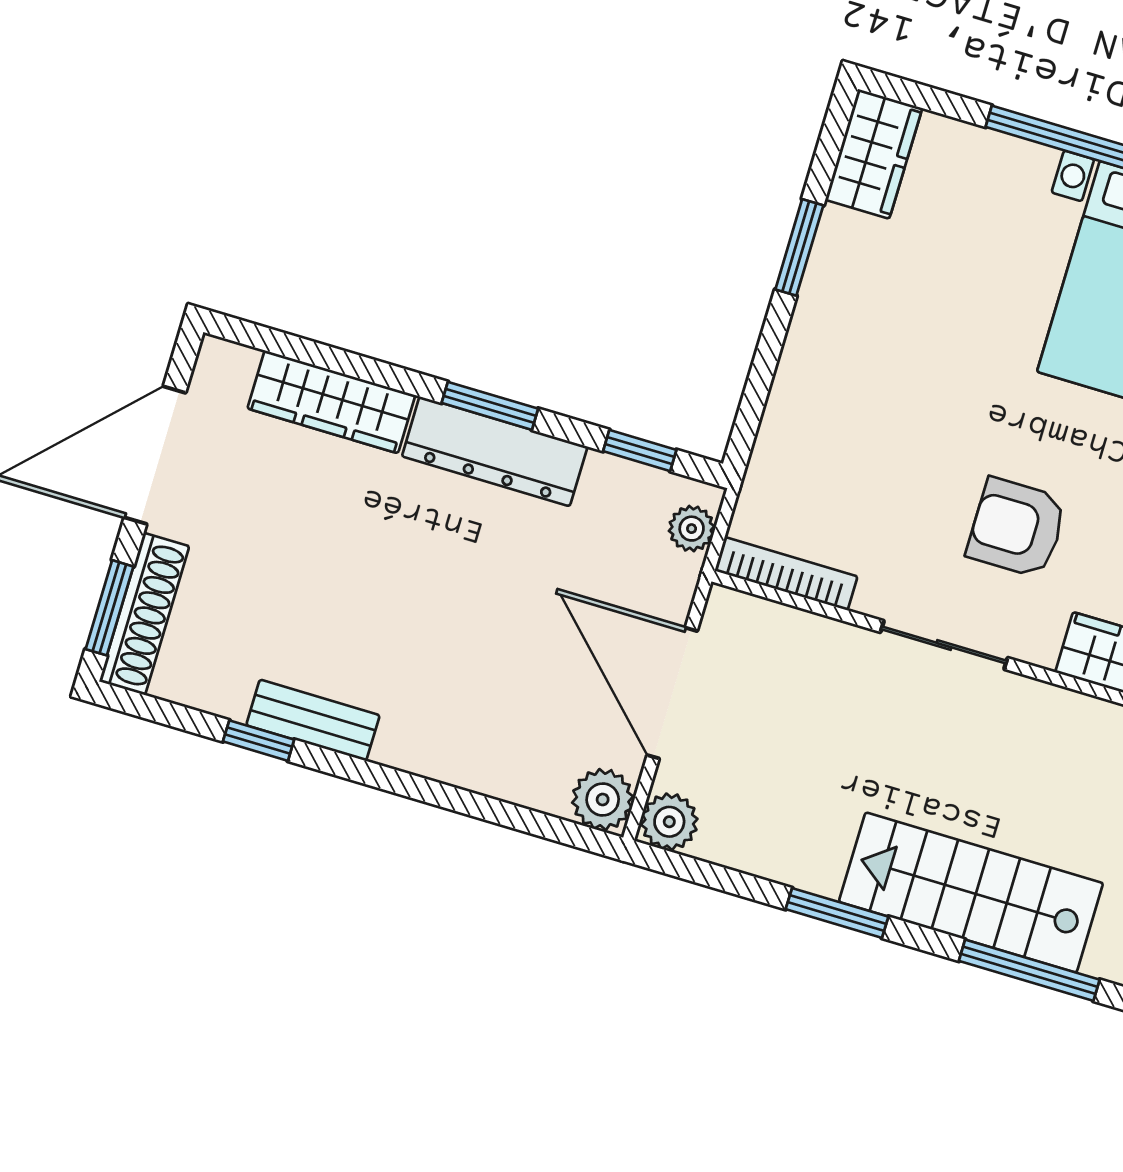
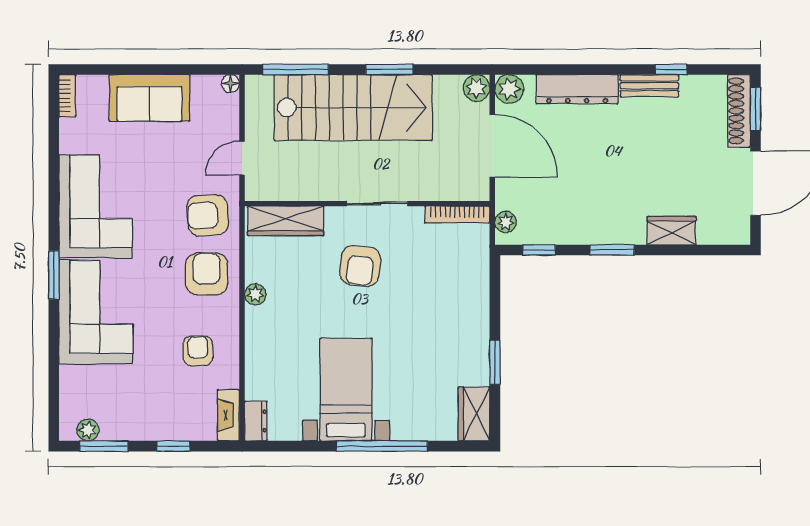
wardrobe: (331, 402) -> (671, 231), width x0.67
dresser: (495, 451) -> (577, 89), moved, turned 180
armchair: (1017, 528) -> (360, 266), turned 96
stairs: (971, 892) -> (353, 108), width x1.36, depth x1.51

